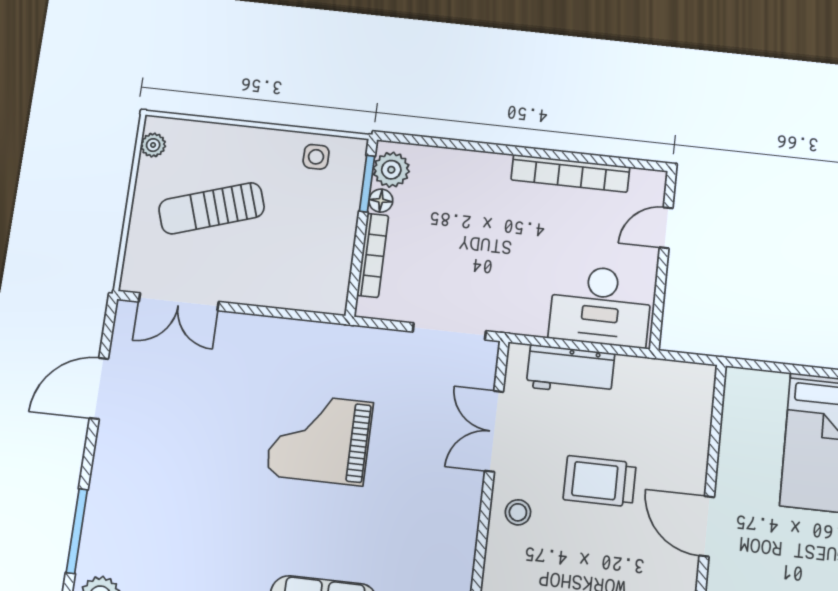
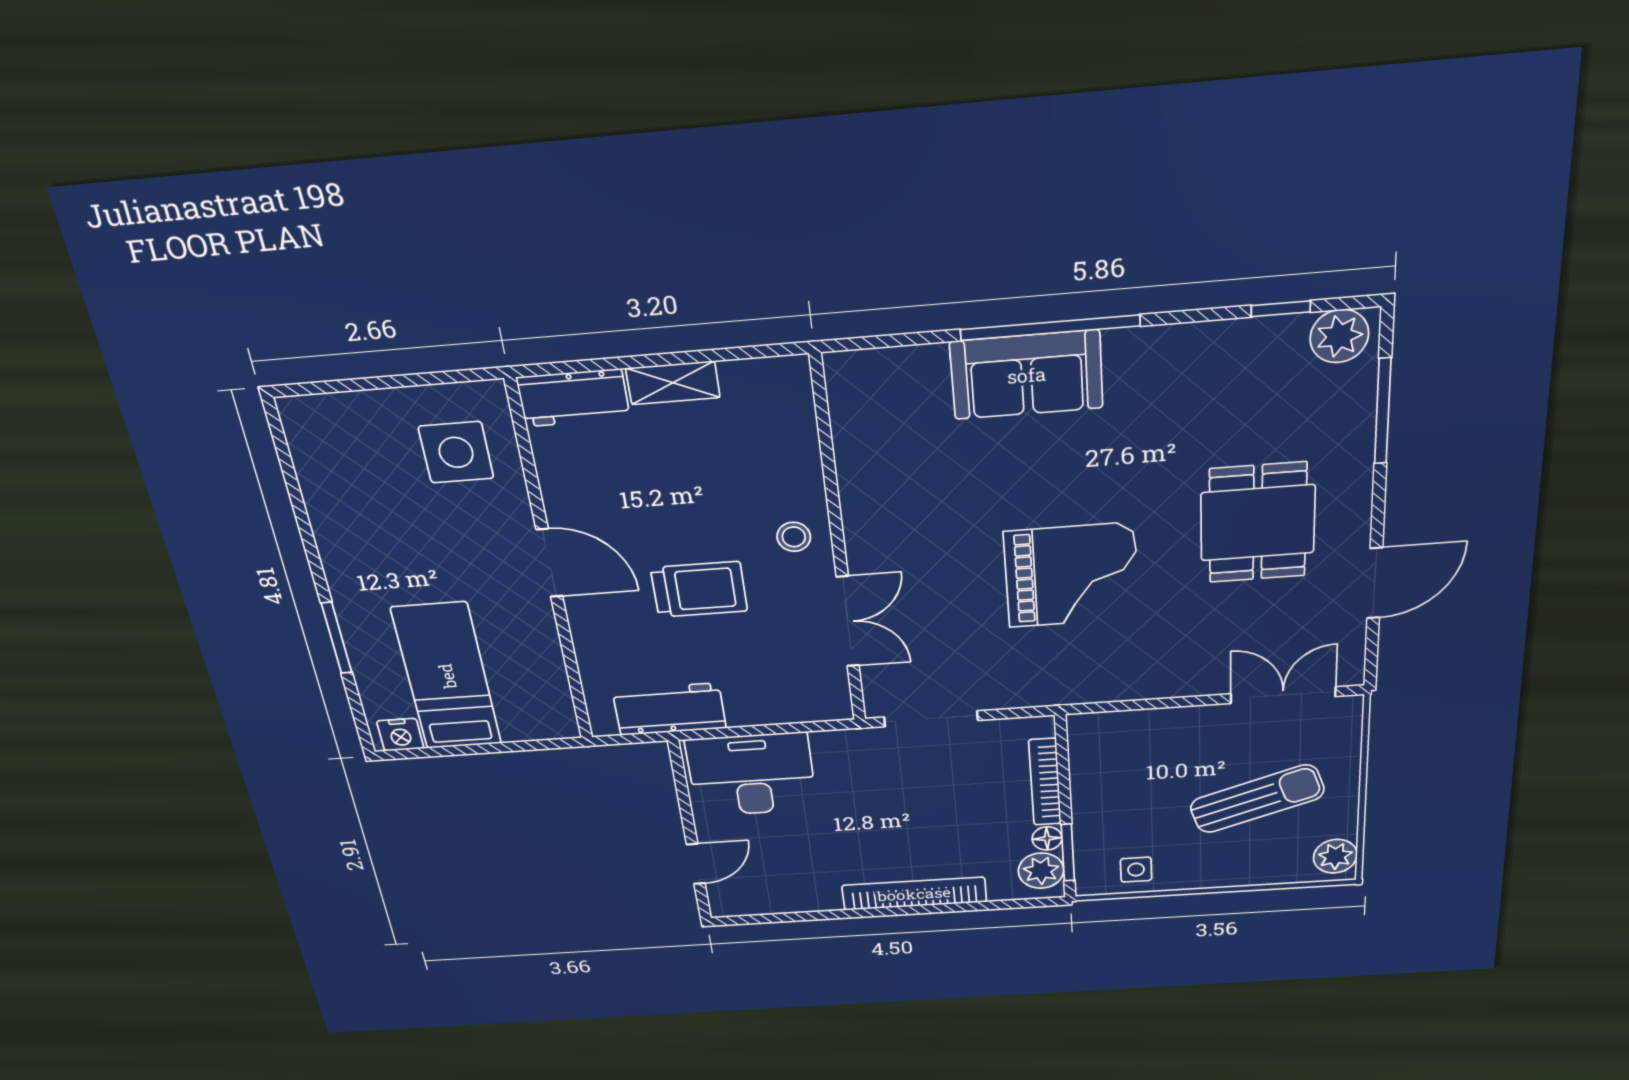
plant: (153, 145) -> (1335, 856), width x1.38, depth x1.38
bookcase: (570, 173) -> (914, 894), moved
workbench: (570, 370) -> (669, 709), moved
dining table: (177, 457) -> (1258, 523), added

